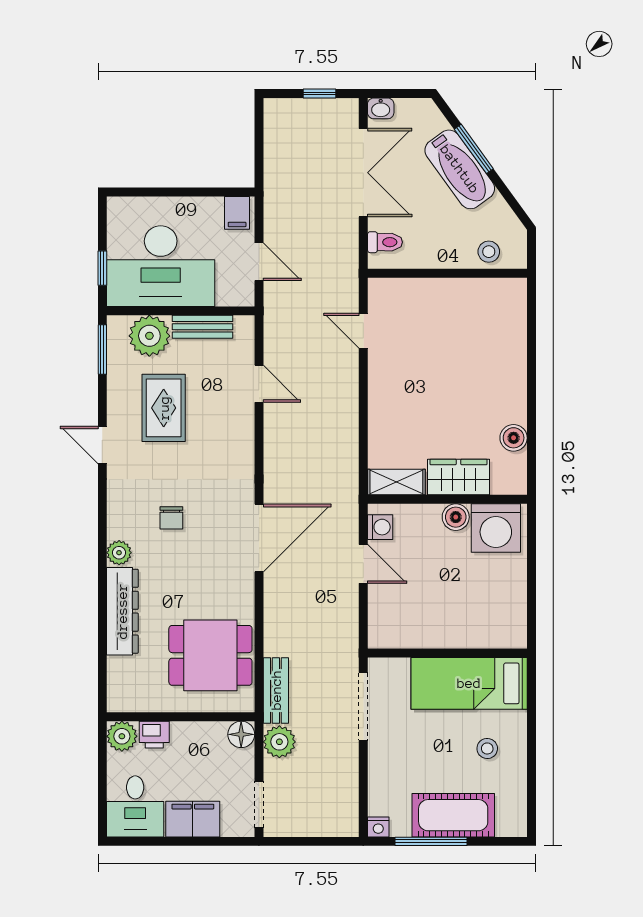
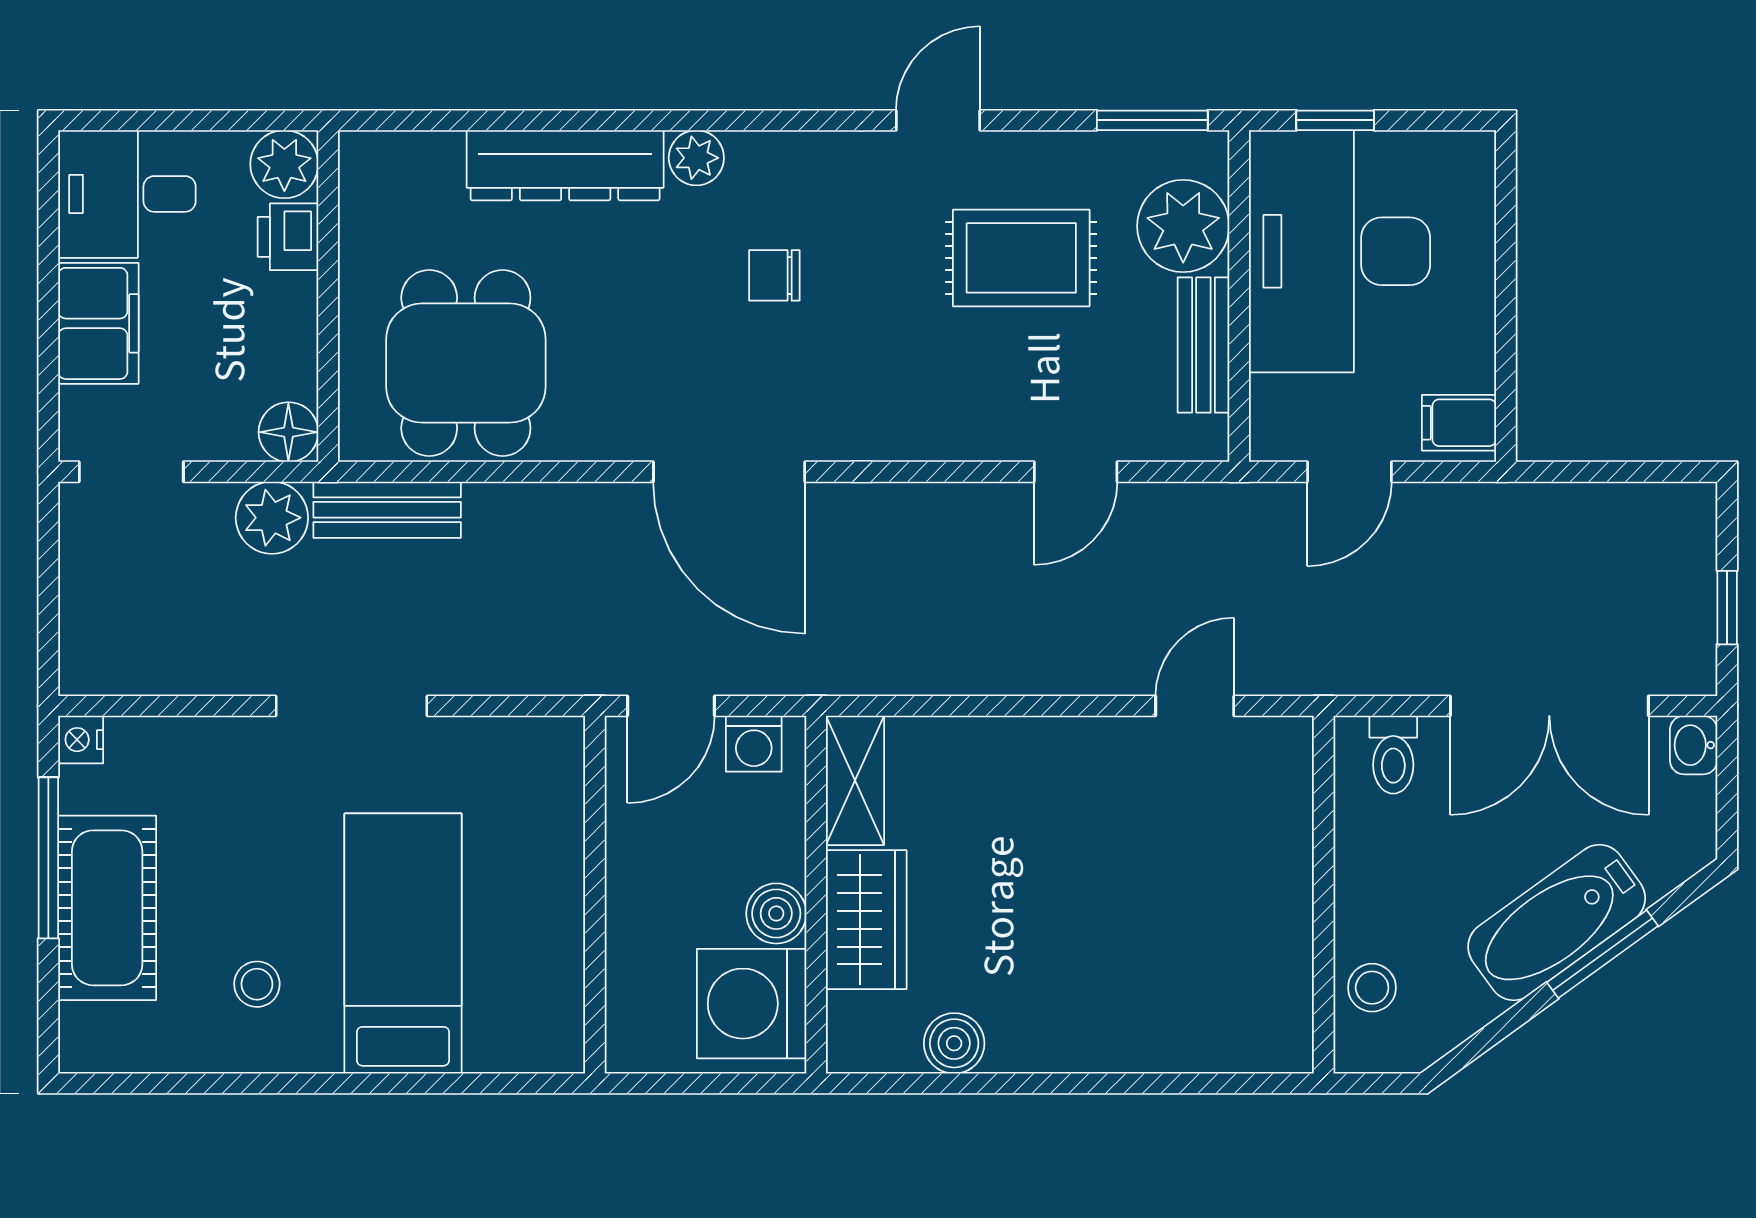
wall: (447, 653) -> (595, 895), moved

